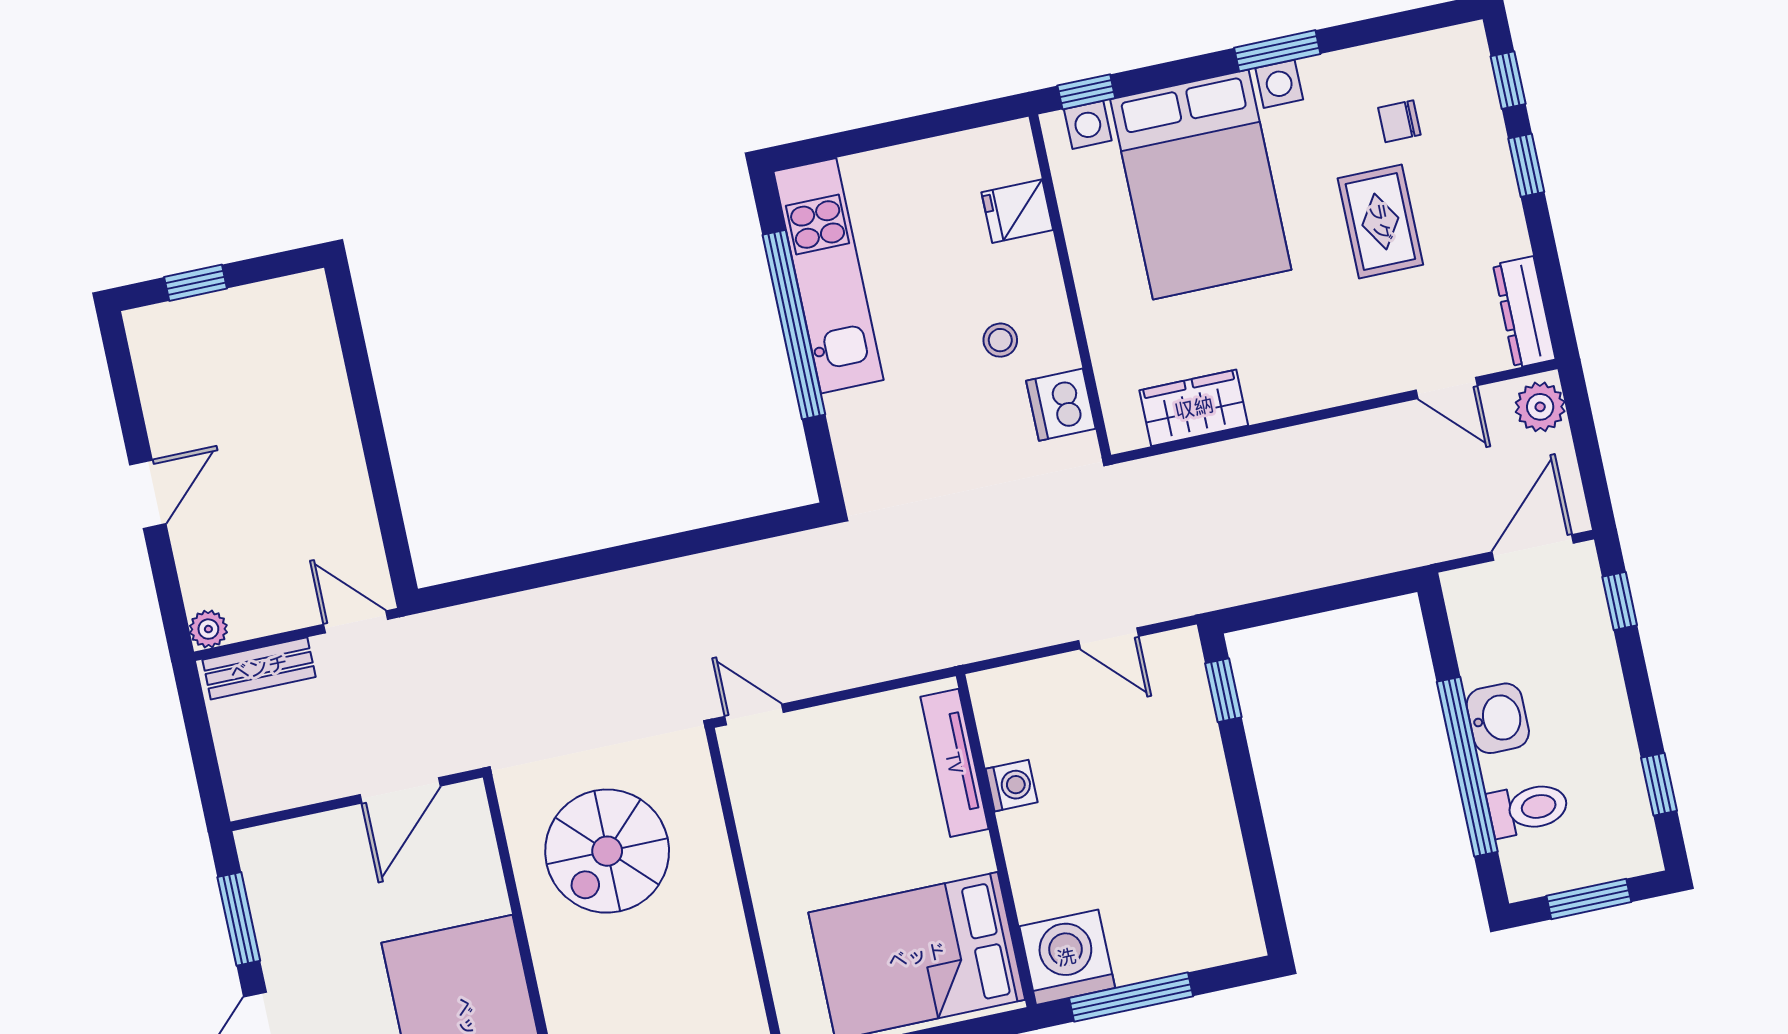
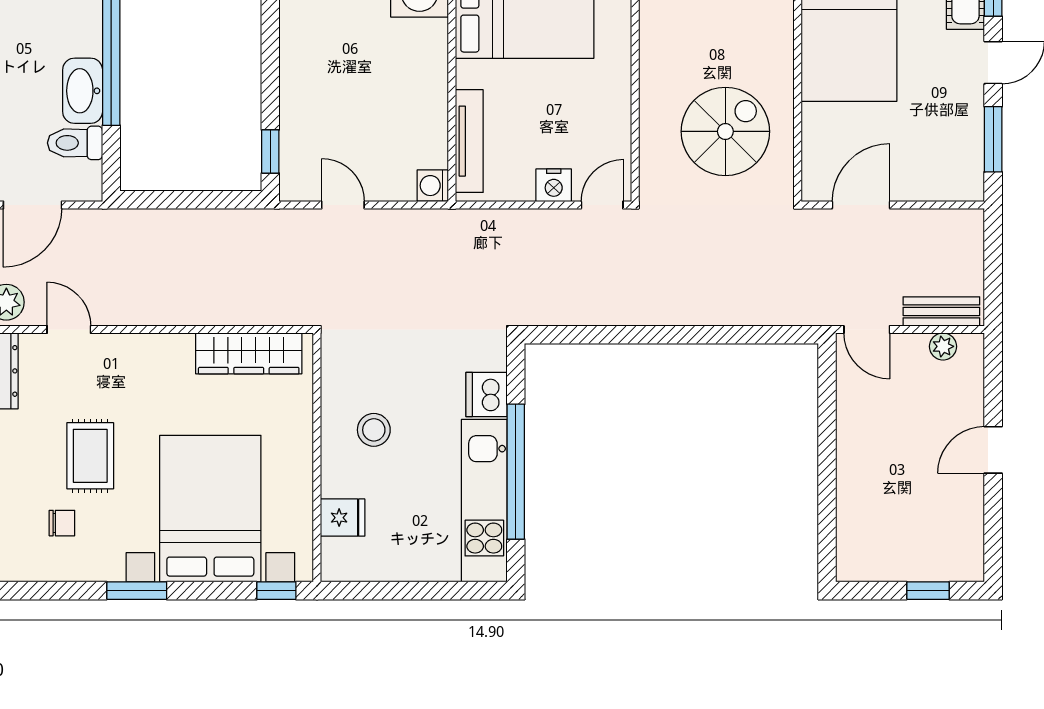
stool: (1000, 340) -> (374, 430), width x1.37, depth x1.37
dishwasher: (1061, 405) -> (487, 395), moved, turned 180
wardrobe: (1194, 408) -> (249, 353), width x1.50
plant: (208, 629) -> (943, 346), moved
door: (754, 714) -> (602, 205), swing flipped
washbasin: (1498, 718) -> (83, 91), width x1.38
nightstand: (826, 727) -> (554, 185), added
washing machine: (1012, 786) -> (433, 186), moved
toilet: (1528, 809) -> (75, 143), moved

